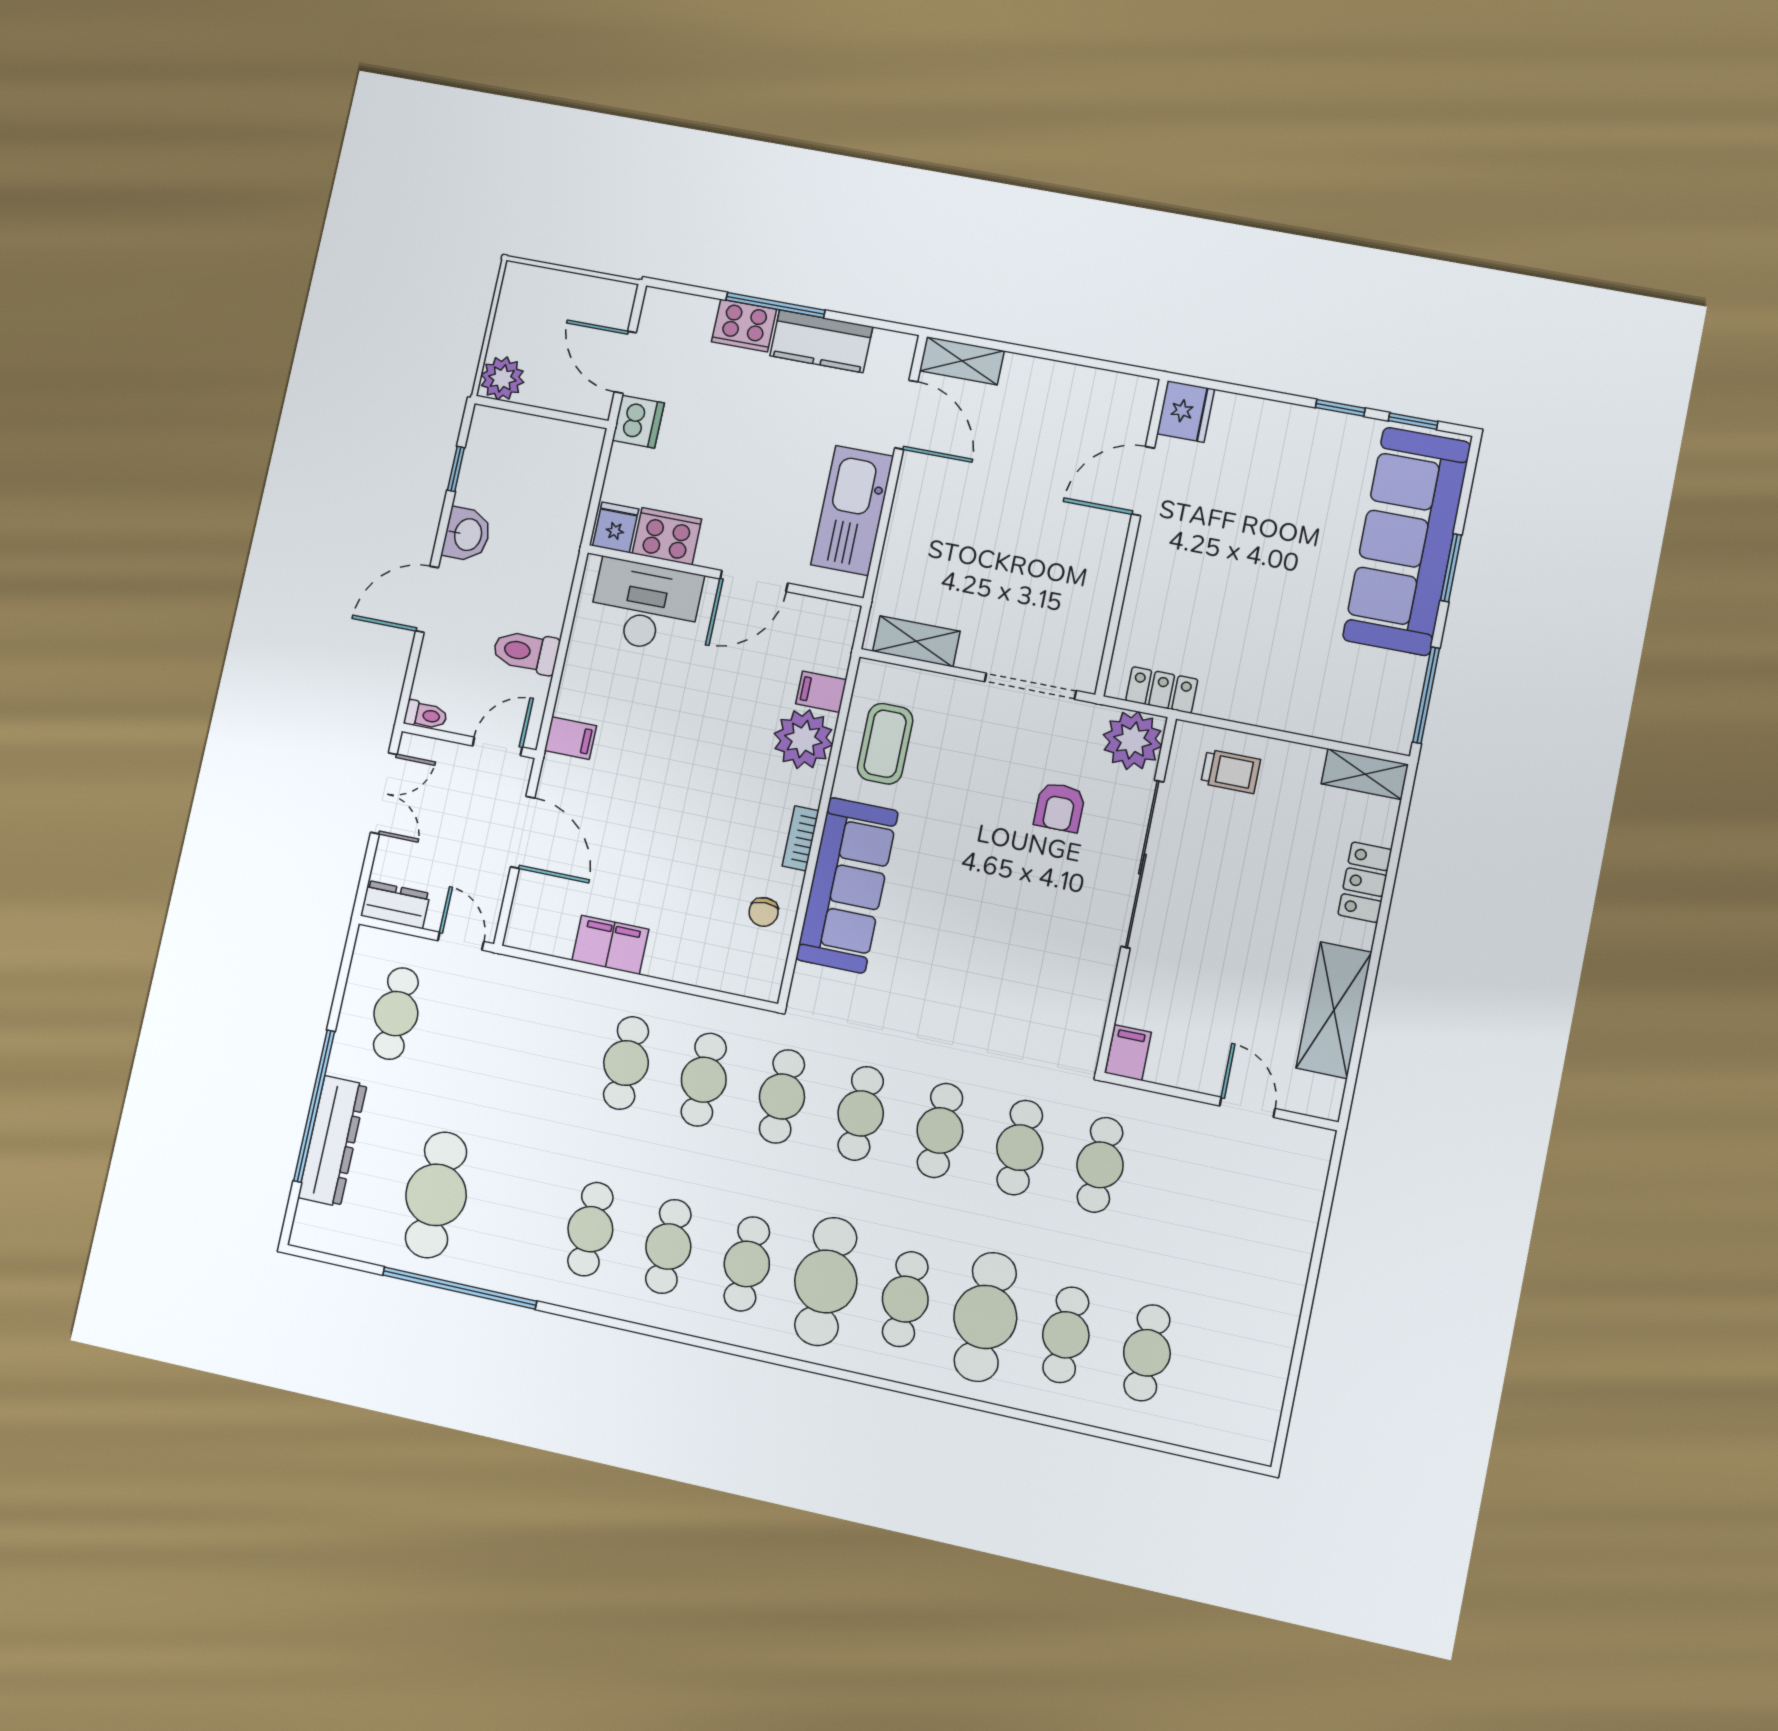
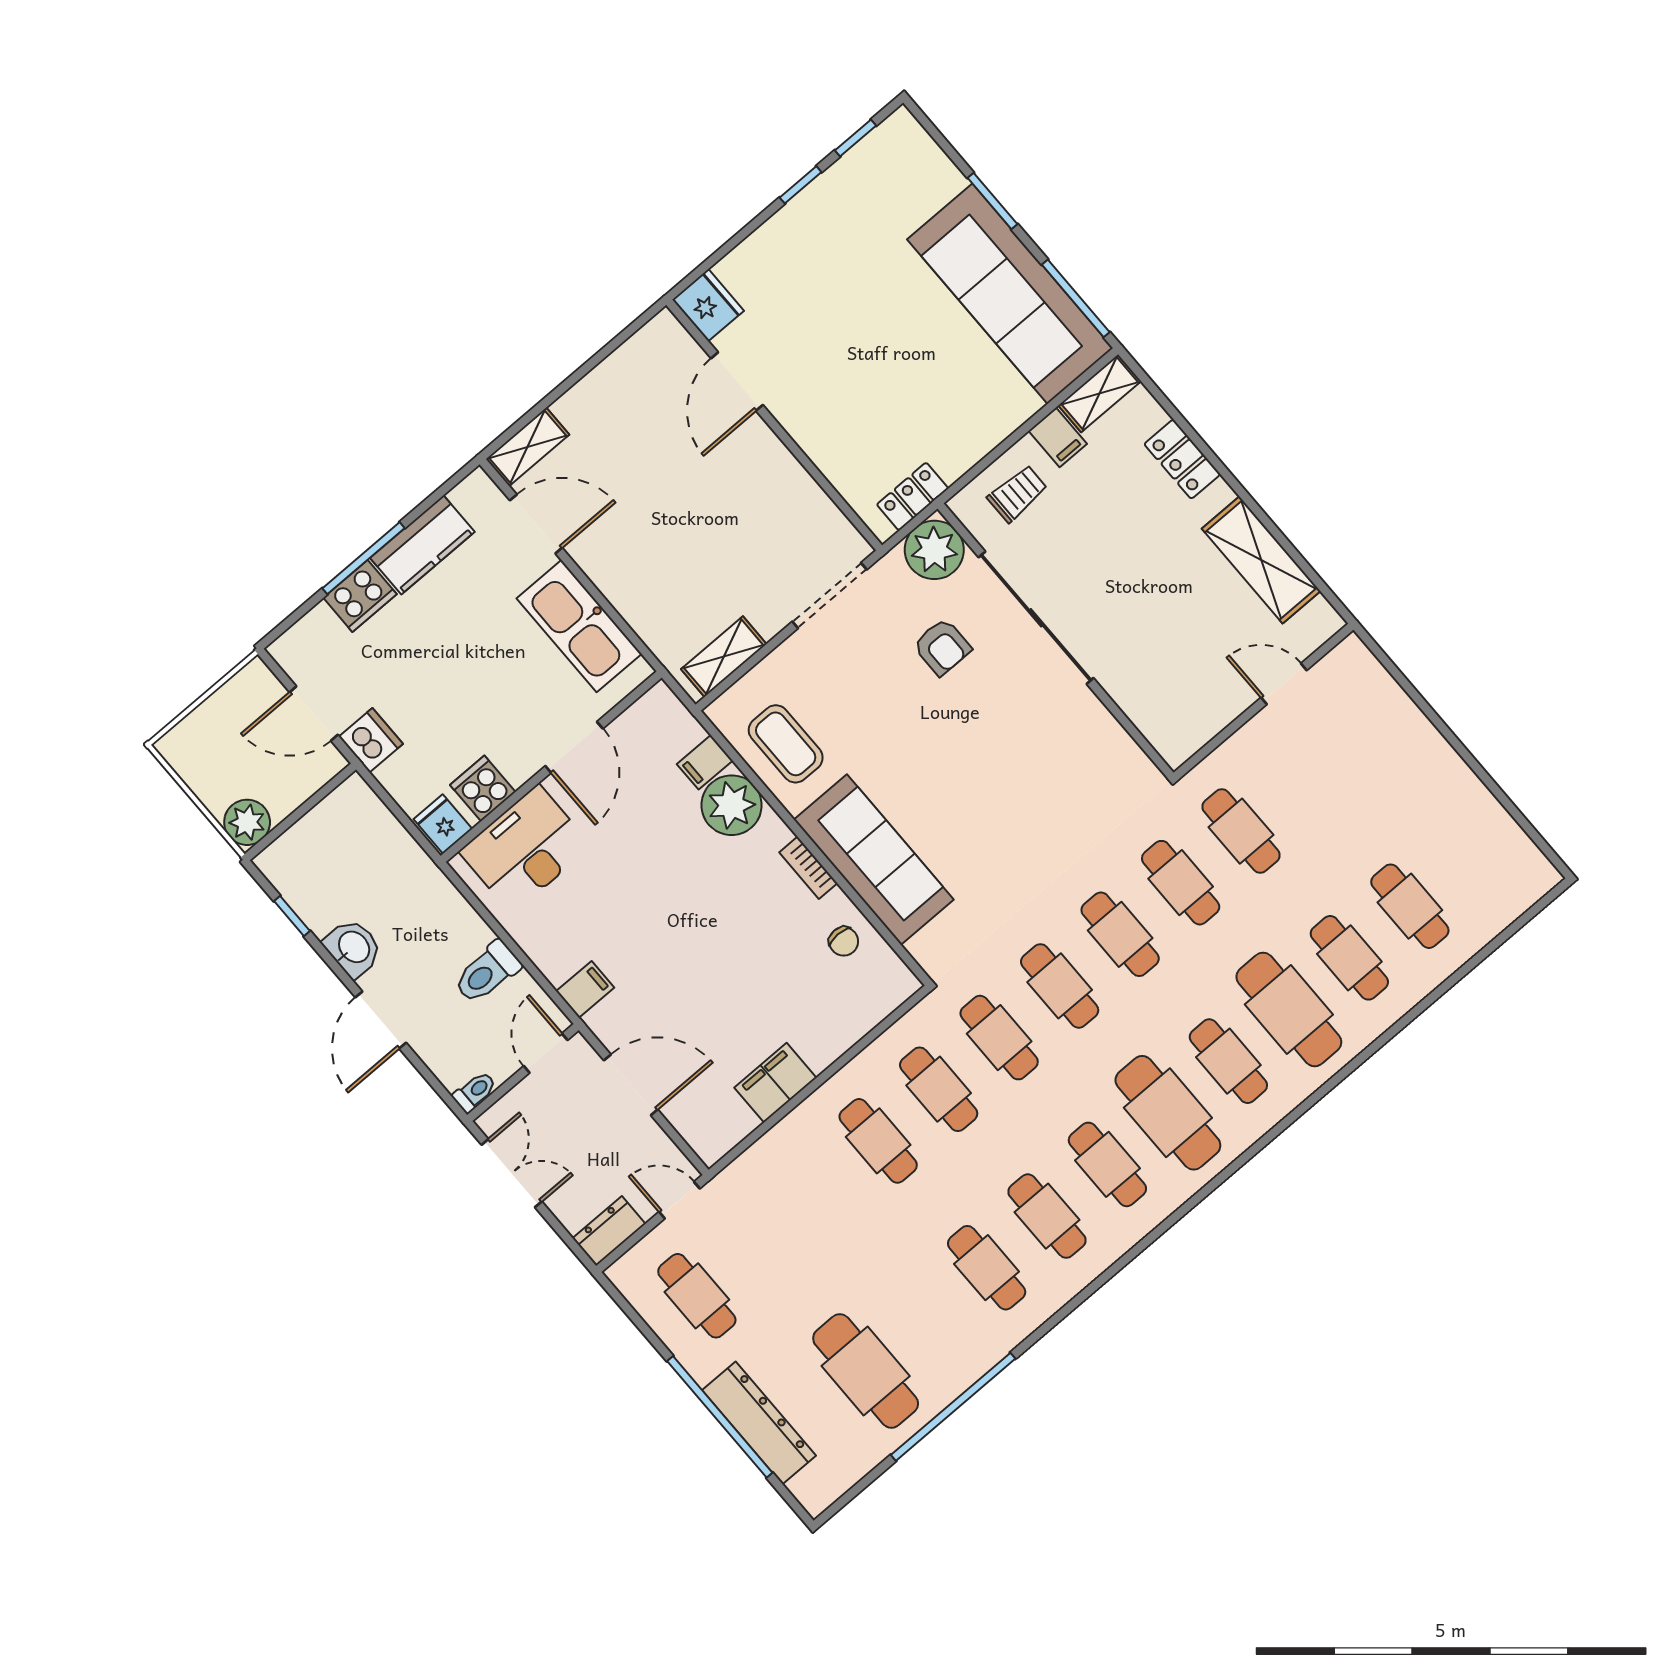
cooker: (667, 536) -> (483, 788), width x0.73
sofa: (1407, 541) -> (1010, 294), moved
filing cabinet: (1128, 1053) -> (1058, 437), moved, turned 180

